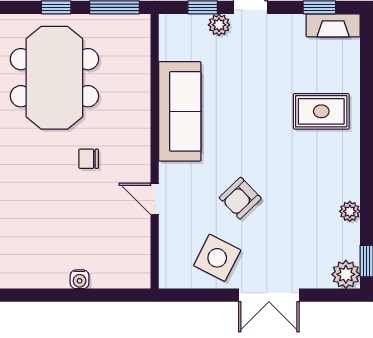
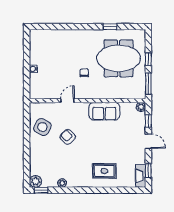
plant: (219, 25) -> (141, 107), moved
sofa: (180, 111) -> (104, 111), width x0.73
rug: (321, 111) -> (104, 171), turned 90
double door: (269, 295) -> (27, 149), removed

